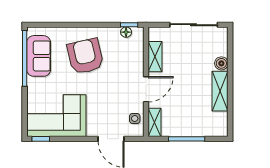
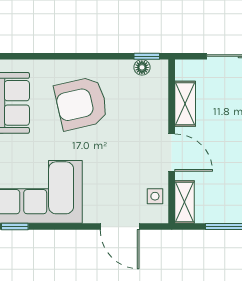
armchair: (85, 56) -> (81, 103), turned -90
door: (146, 89) -> (172, 153), hinge flipped

